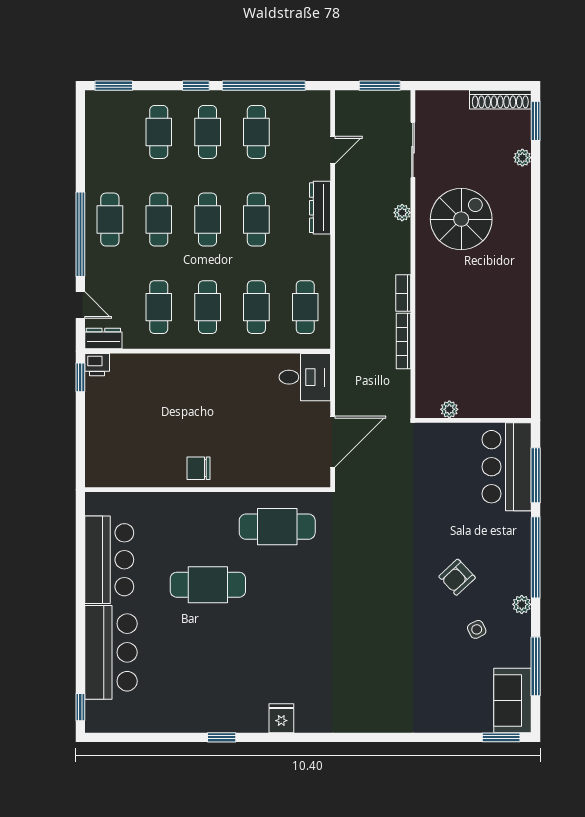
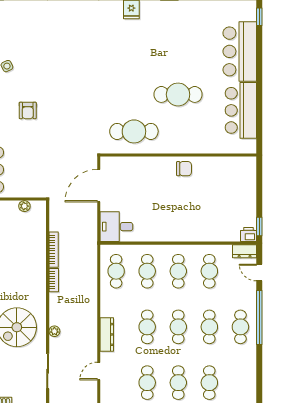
armchair: (457, 577) -> (28, 110), moved, turned 133

